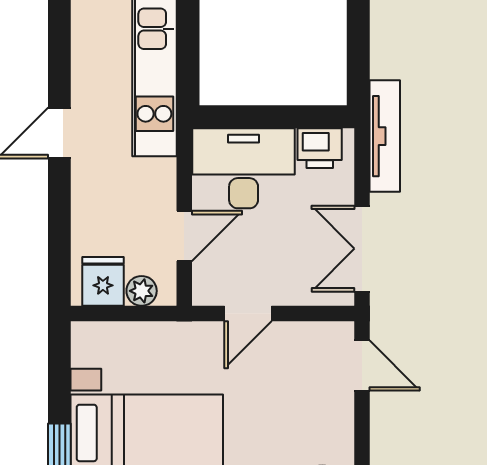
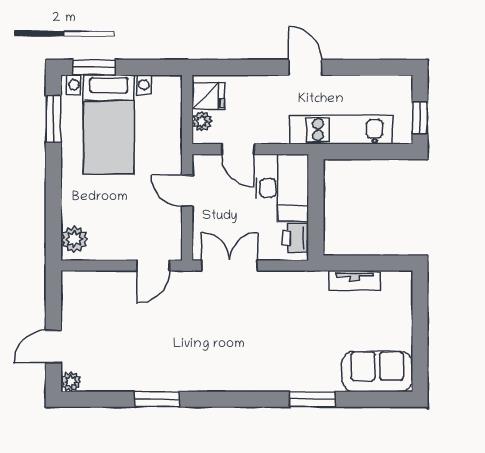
tv unit: (385, 136) -> (355, 280), moved, width x0.71

